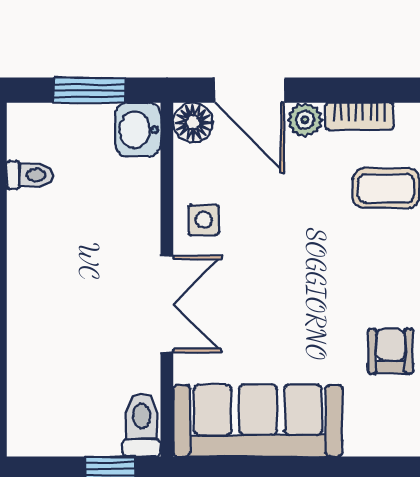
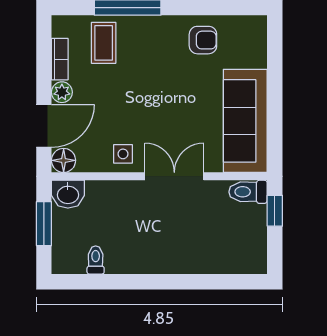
armchair: (391, 351) -> (203, 40), turned 180

